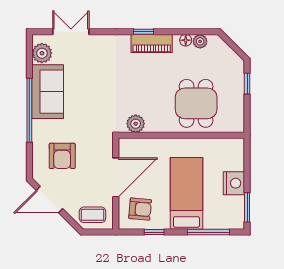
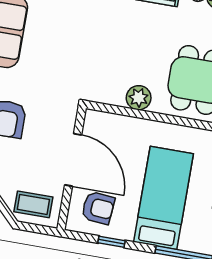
plant: (136, 124) -> (139, 98), moved
door: (116, 177) -> (73, 160), hinge flipped

